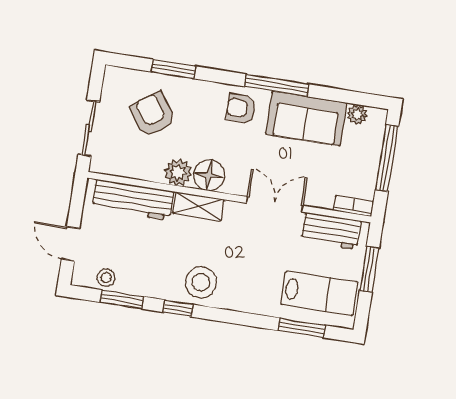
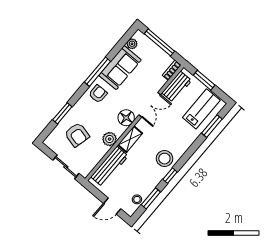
armchair: (241, 108) -> (98, 94), turned 180
armchair: (153, 114) -> (77, 135), turned -129
floor lamp: (209, 175) -> (126, 118), moved
double door: (275, 204) -> (150, 105), swing flipped

